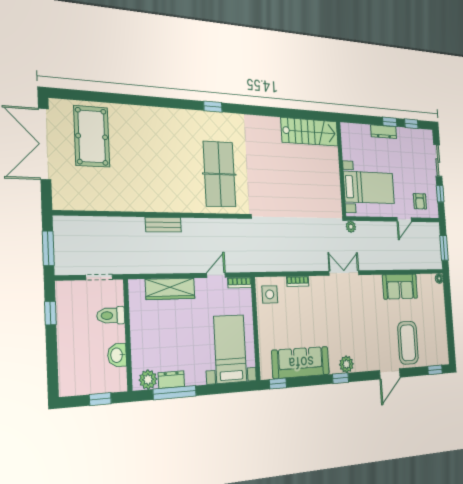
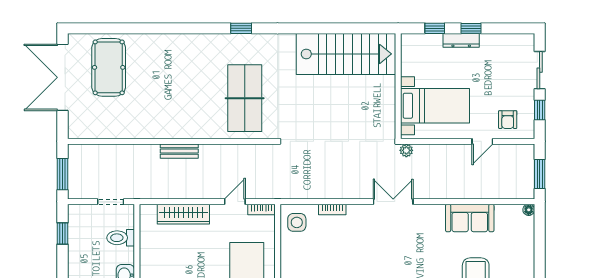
window: (411, 124) -> (435, 28), moved
stairs: (310, 132) -> (346, 54), width x1.36, depth x1.51

